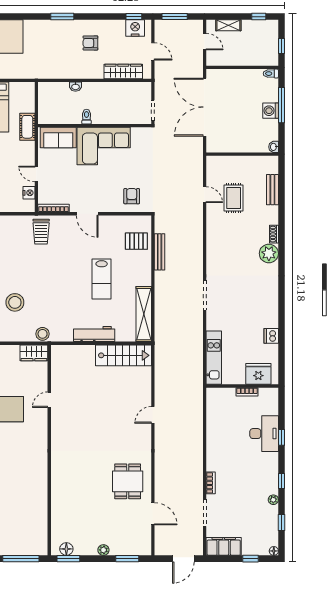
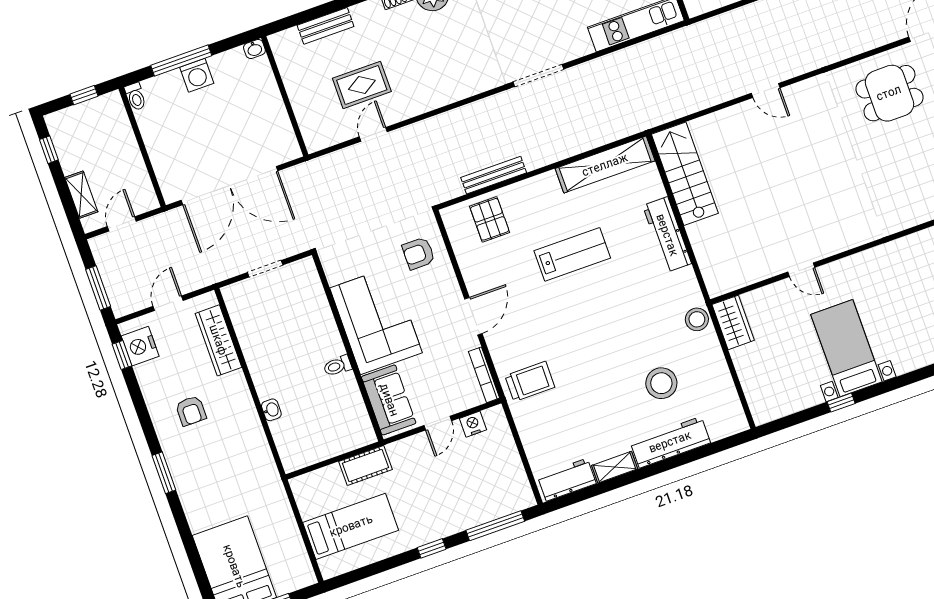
toilet: (87, 117) -> (338, 366), moved
wall: (95, 126) -> (348, 347), moved
sofa: (58, 138) -> (389, 400), moved
corner sofa: (104, 146) -> (376, 320), moved

